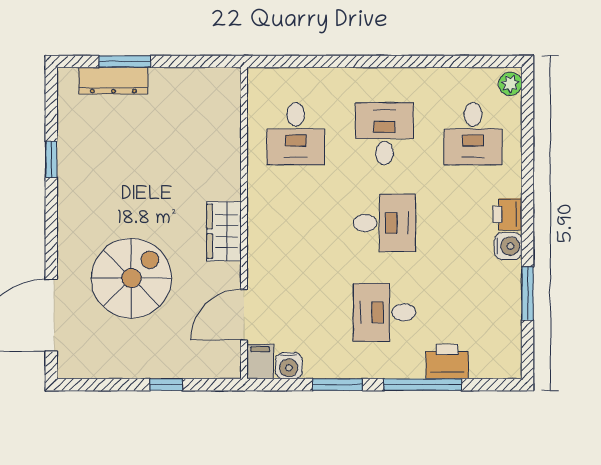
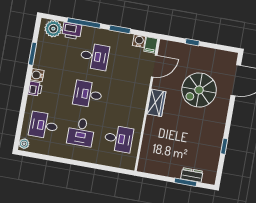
dresser: (113, 81) -> (192, 175), width x0.70
desk: (296, 134) -> (119, 139), turned 90
desk: (473, 134) -> (44, 125), turned -90
plant: (490, 359) -> (53, 29), added

